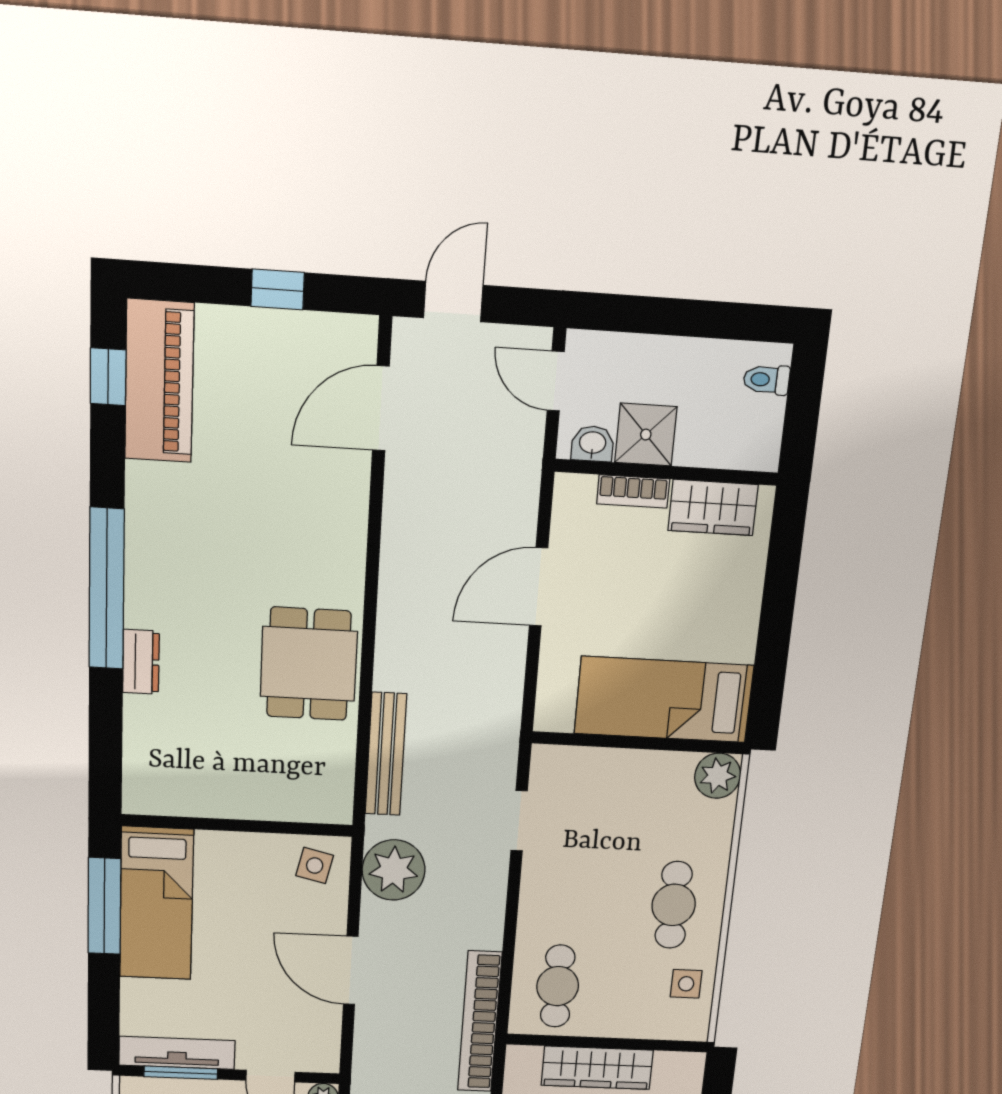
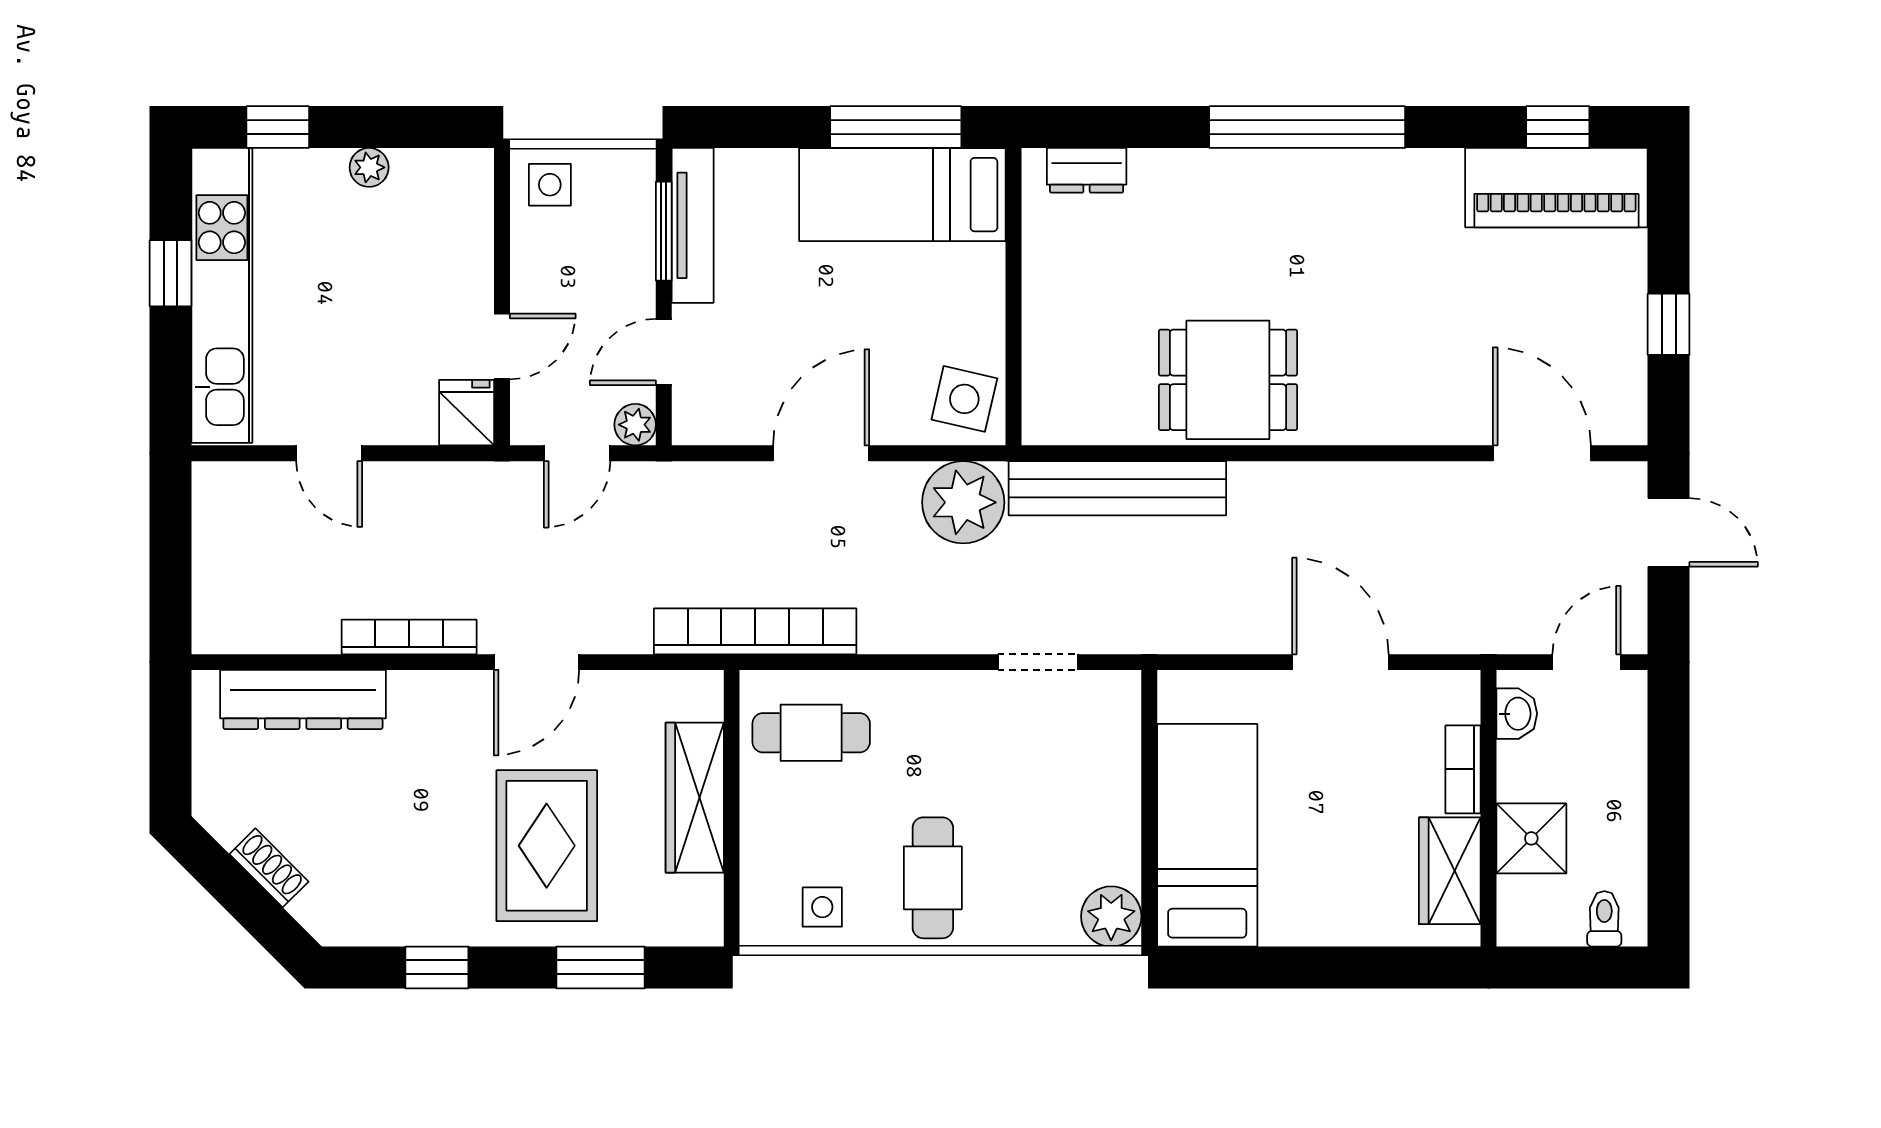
shower: (646, 435) -> (1531, 838), moved
dresser: (141, 662) -> (1087, 170), moved
bench: (386, 754) -> (1117, 488), width x1.37, depth x1.21
side table: (315, 865) -> (964, 399), width x1.37, depth x1.37
cafe table: (674, 905) -> (933, 878), turned 90

